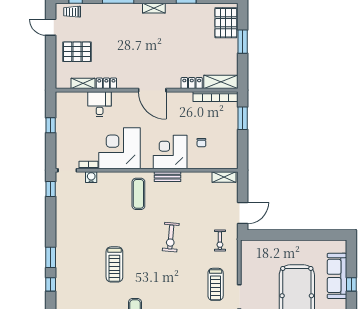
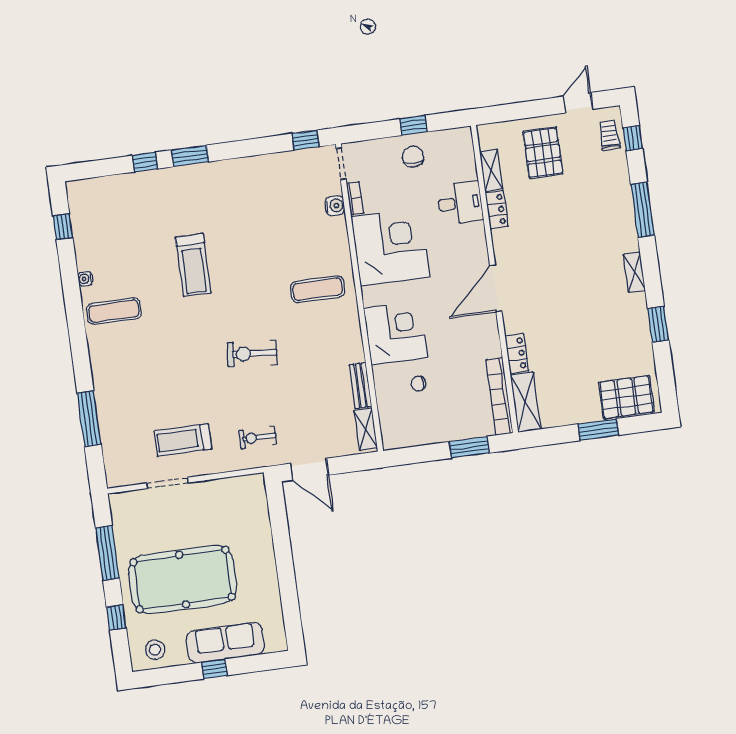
chair: (69, 128) -> (413, 157), added
bench: (168, 177) -> (360, 386), moved
treadmill: (114, 264) -> (193, 265), turned -90

